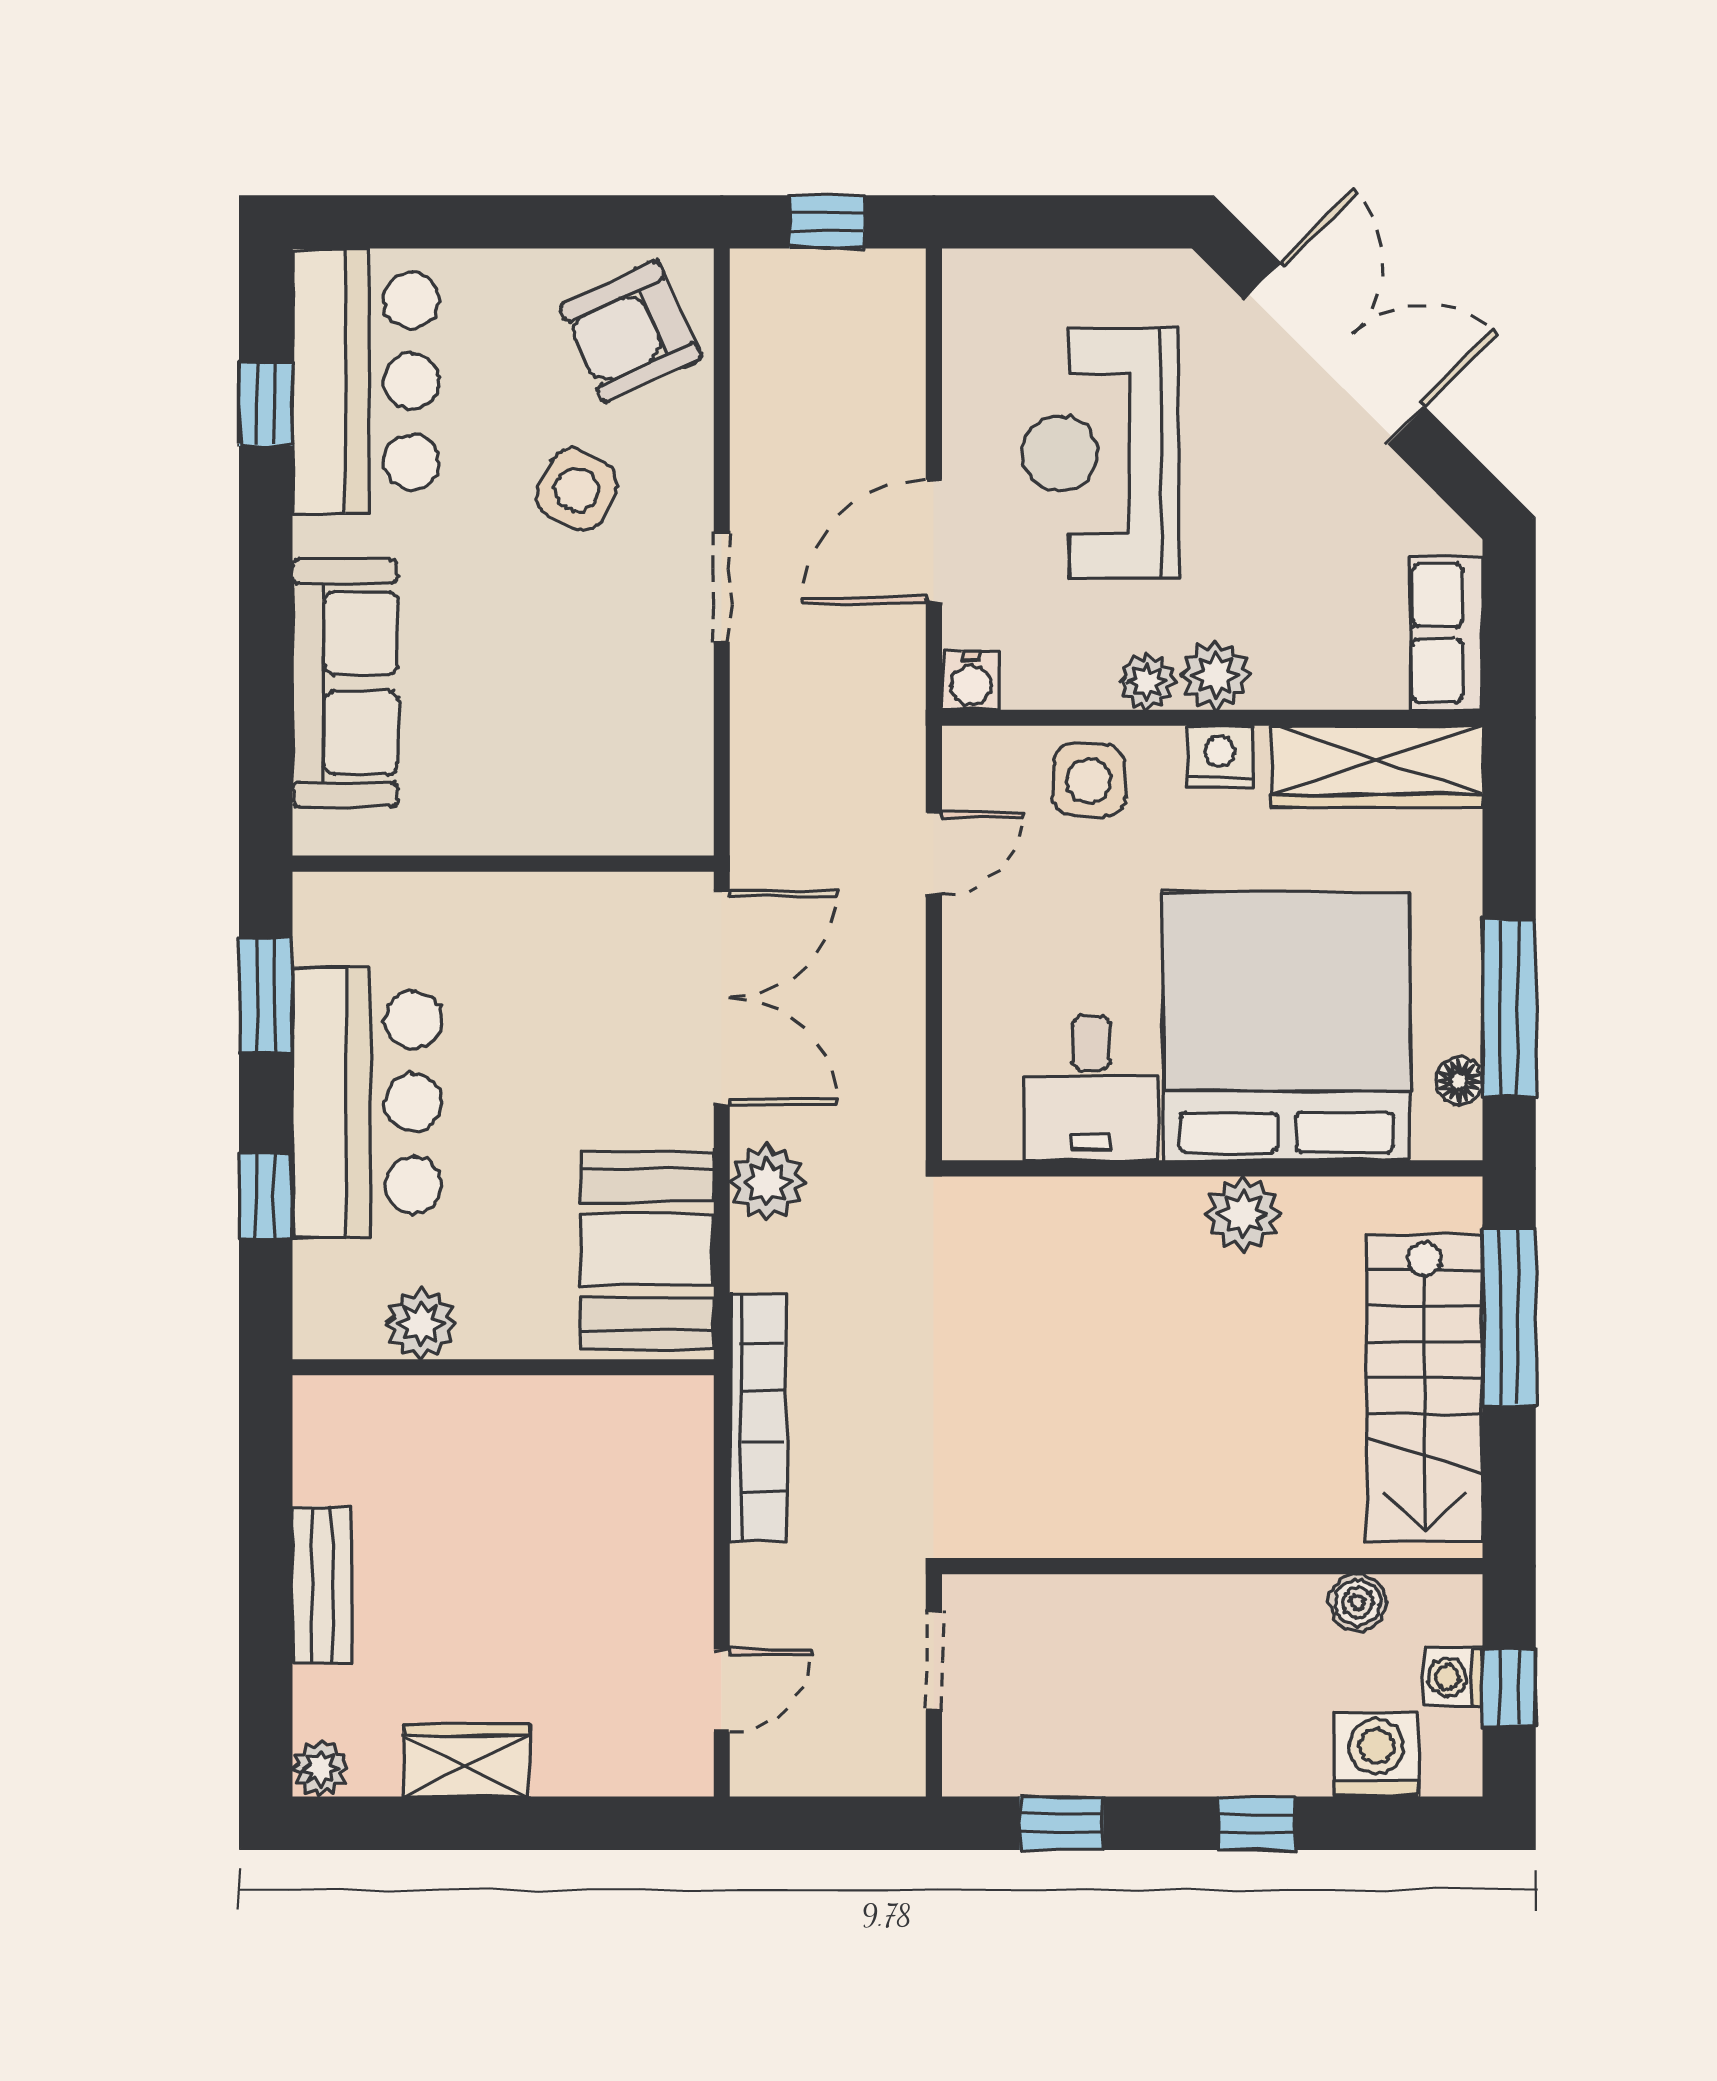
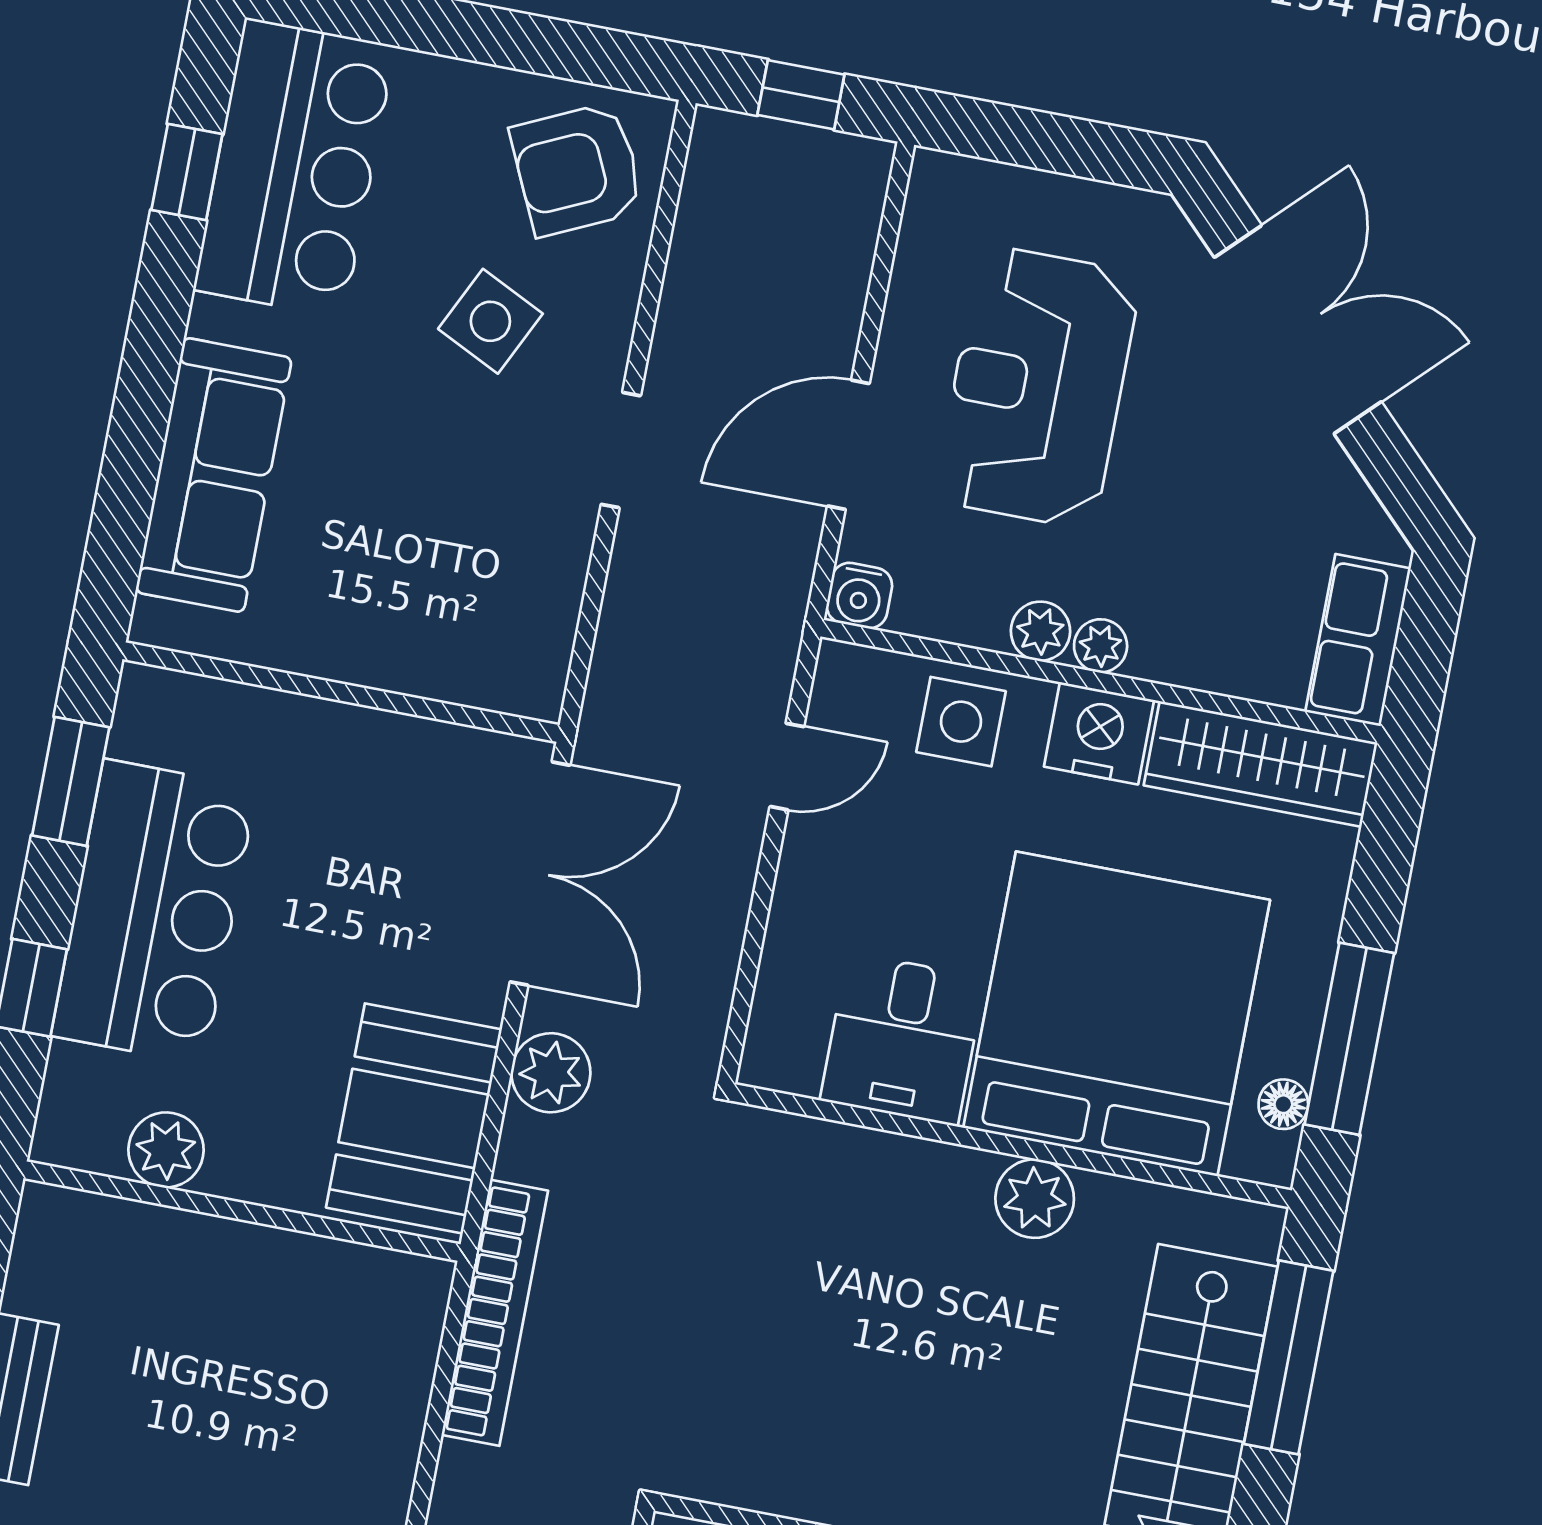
plant: (1215, 675) -> (1101, 646), width x0.73, depth x0.73
nightstand: (1220, 757) -> (1099, 733), width x1.36, depth x1.33

